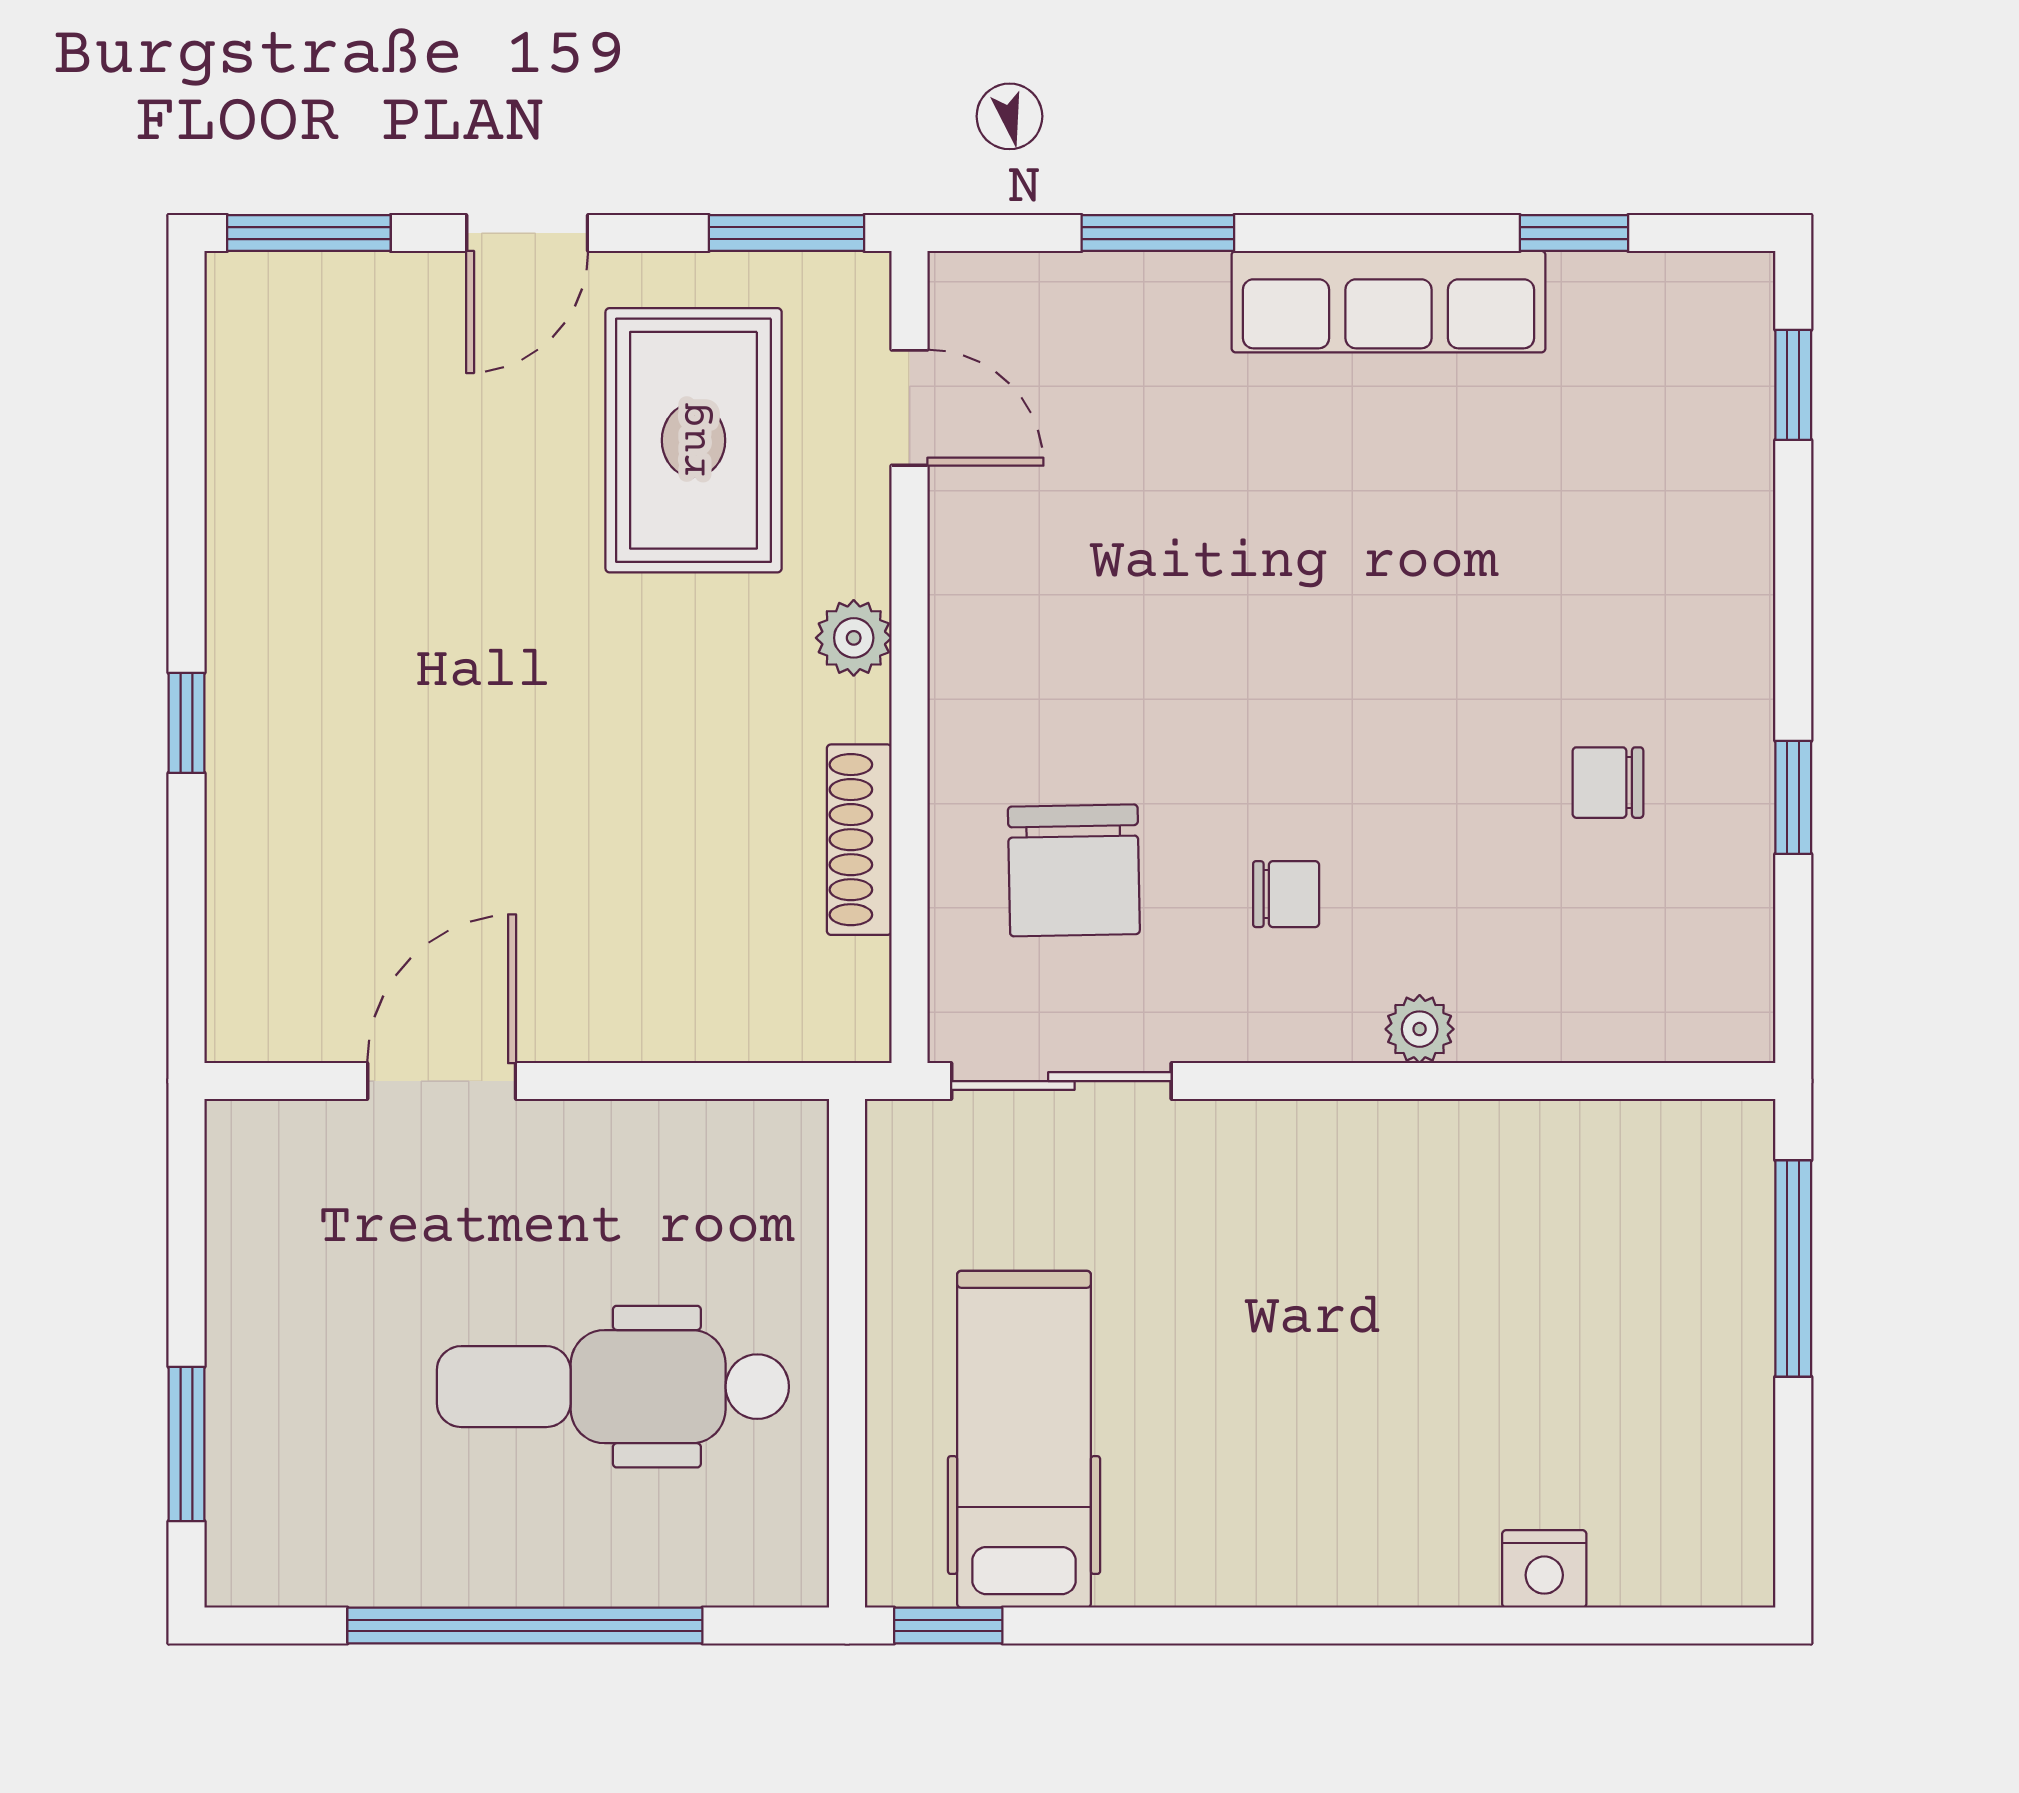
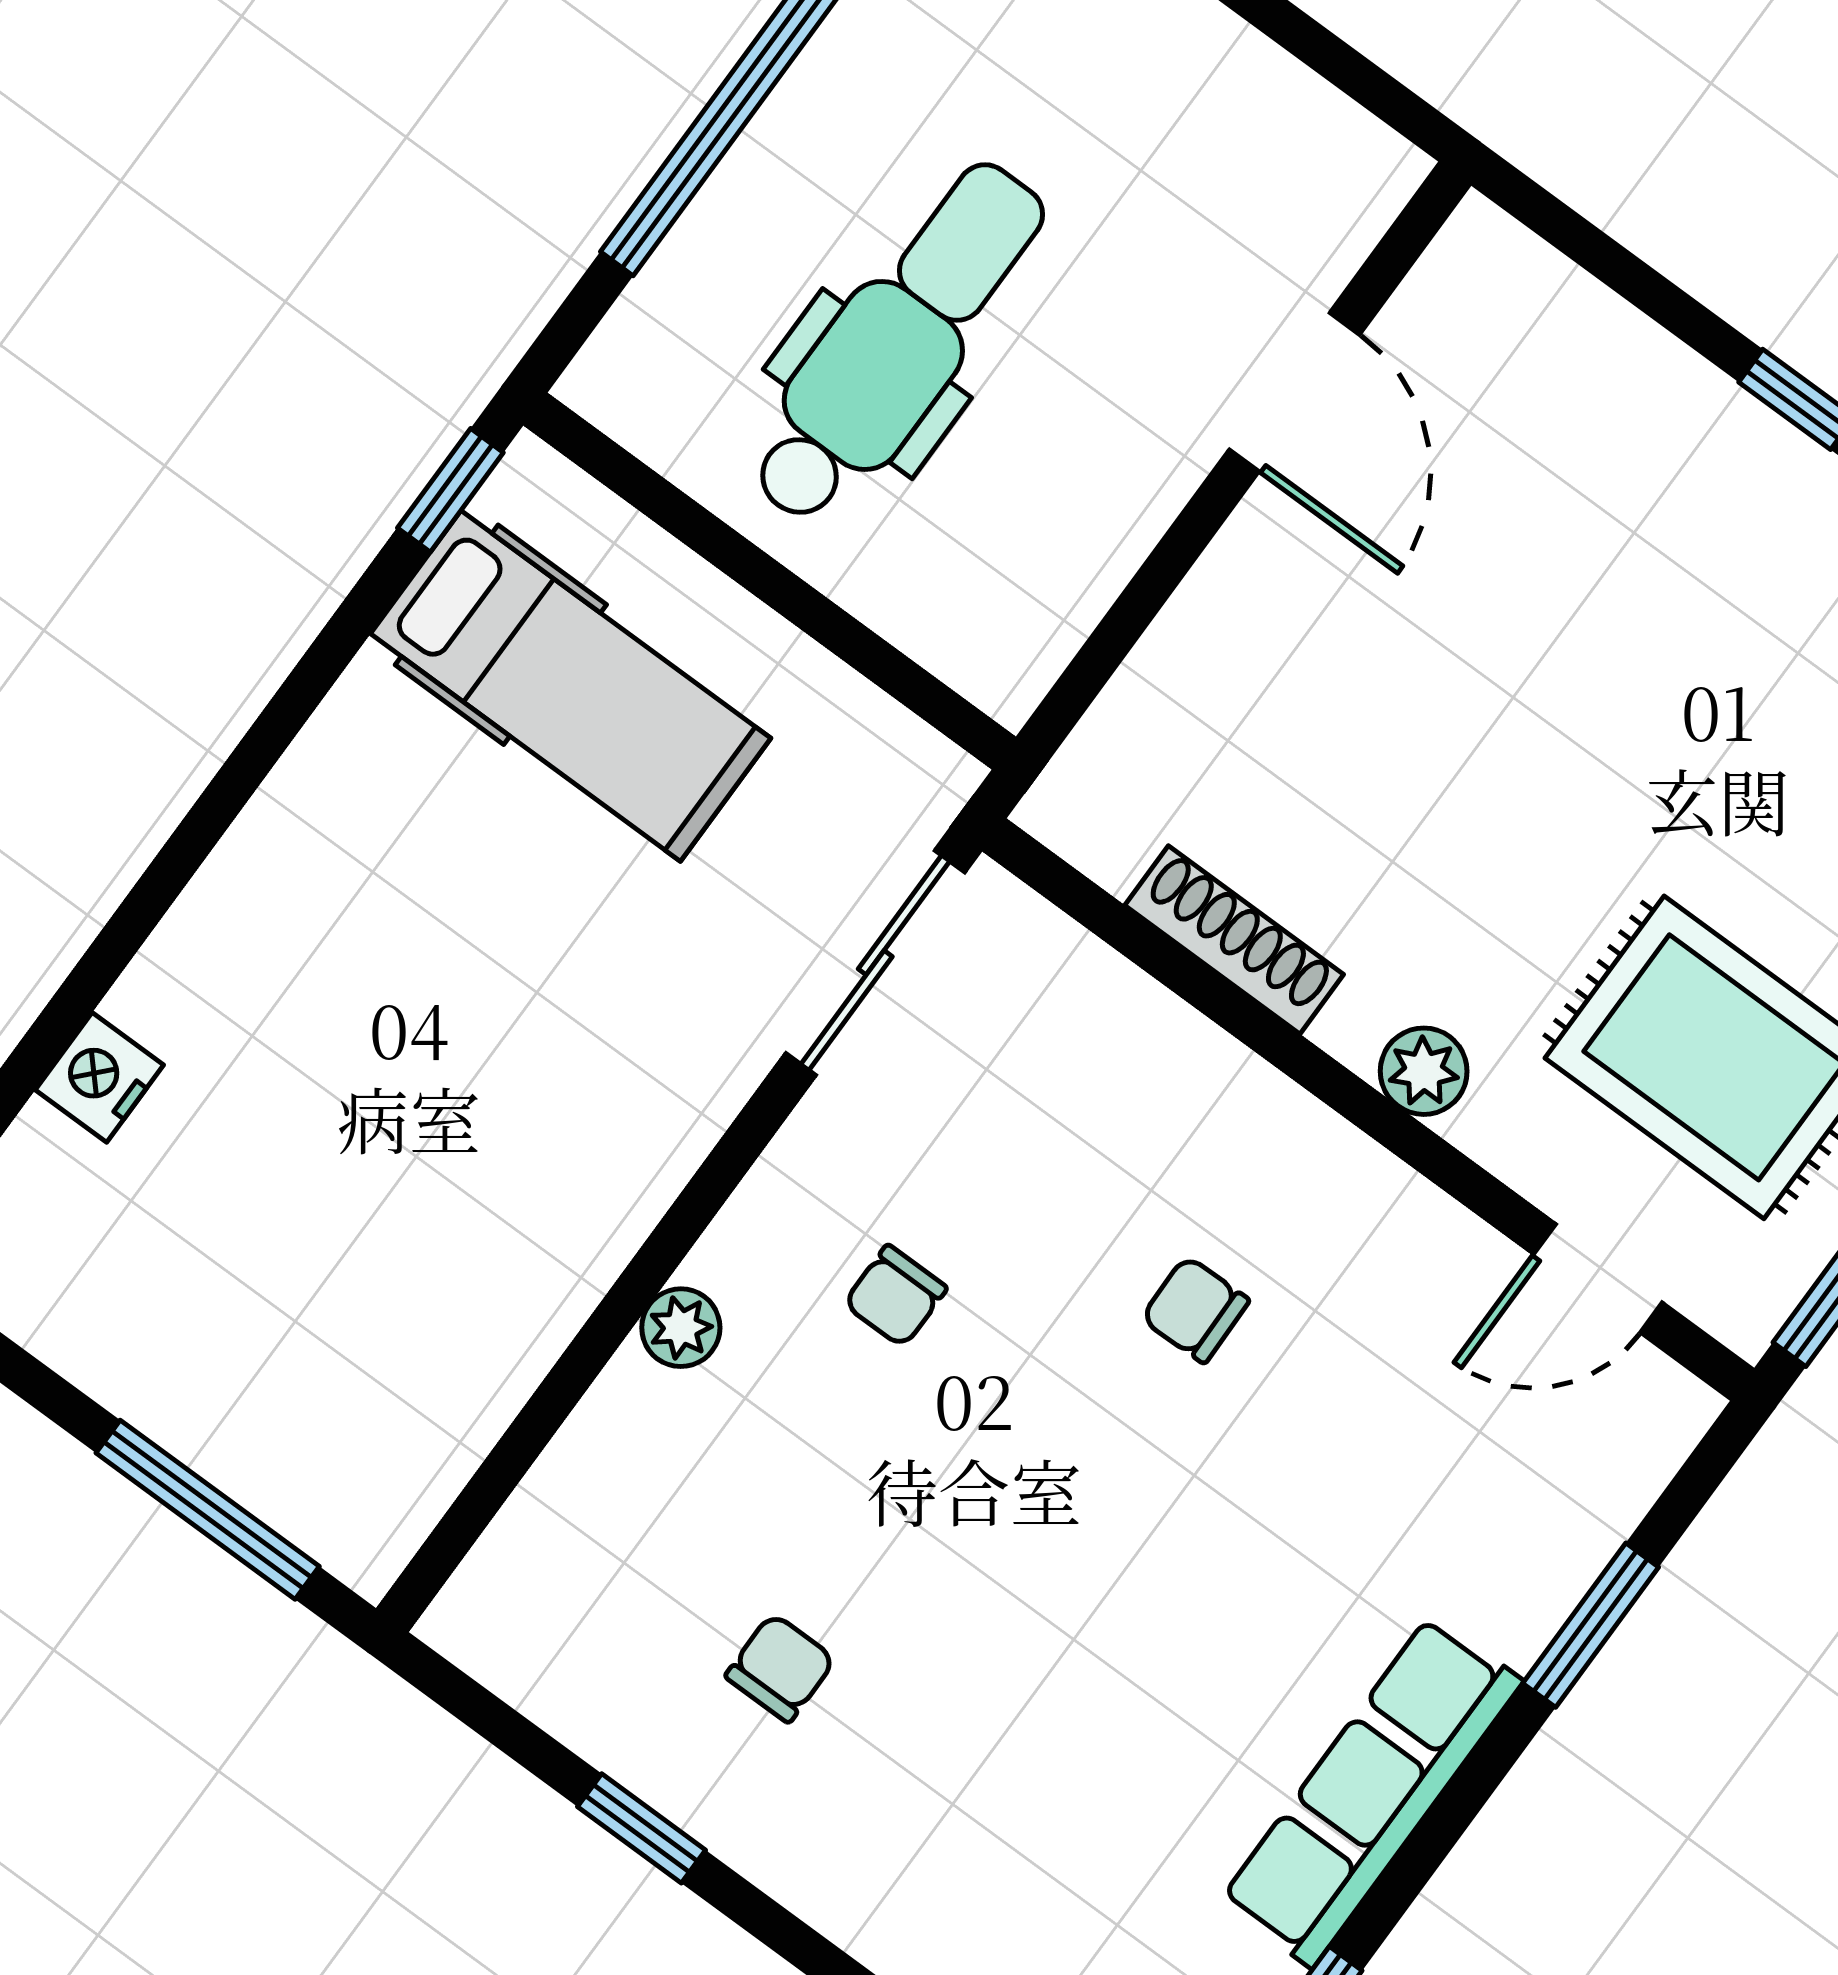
chair: (1074, 870) -> (1195, 1310), moved, width x0.54, depth x0.54

